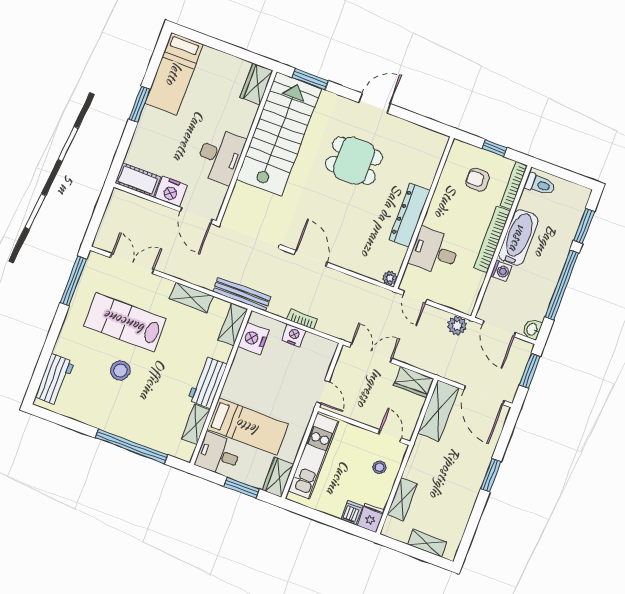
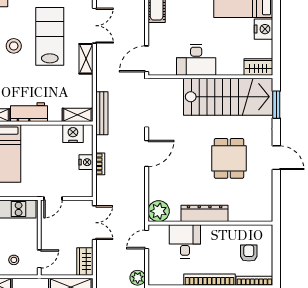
window: (495, 148) -> (276, 257), removed
nightstand: (171, 191) -> (264, 29), moved, turned 180
plant: (390, 278) -> (159, 211), width x1.87, depth x1.87
shelving: (192, 297) -> (86, 59), moved

